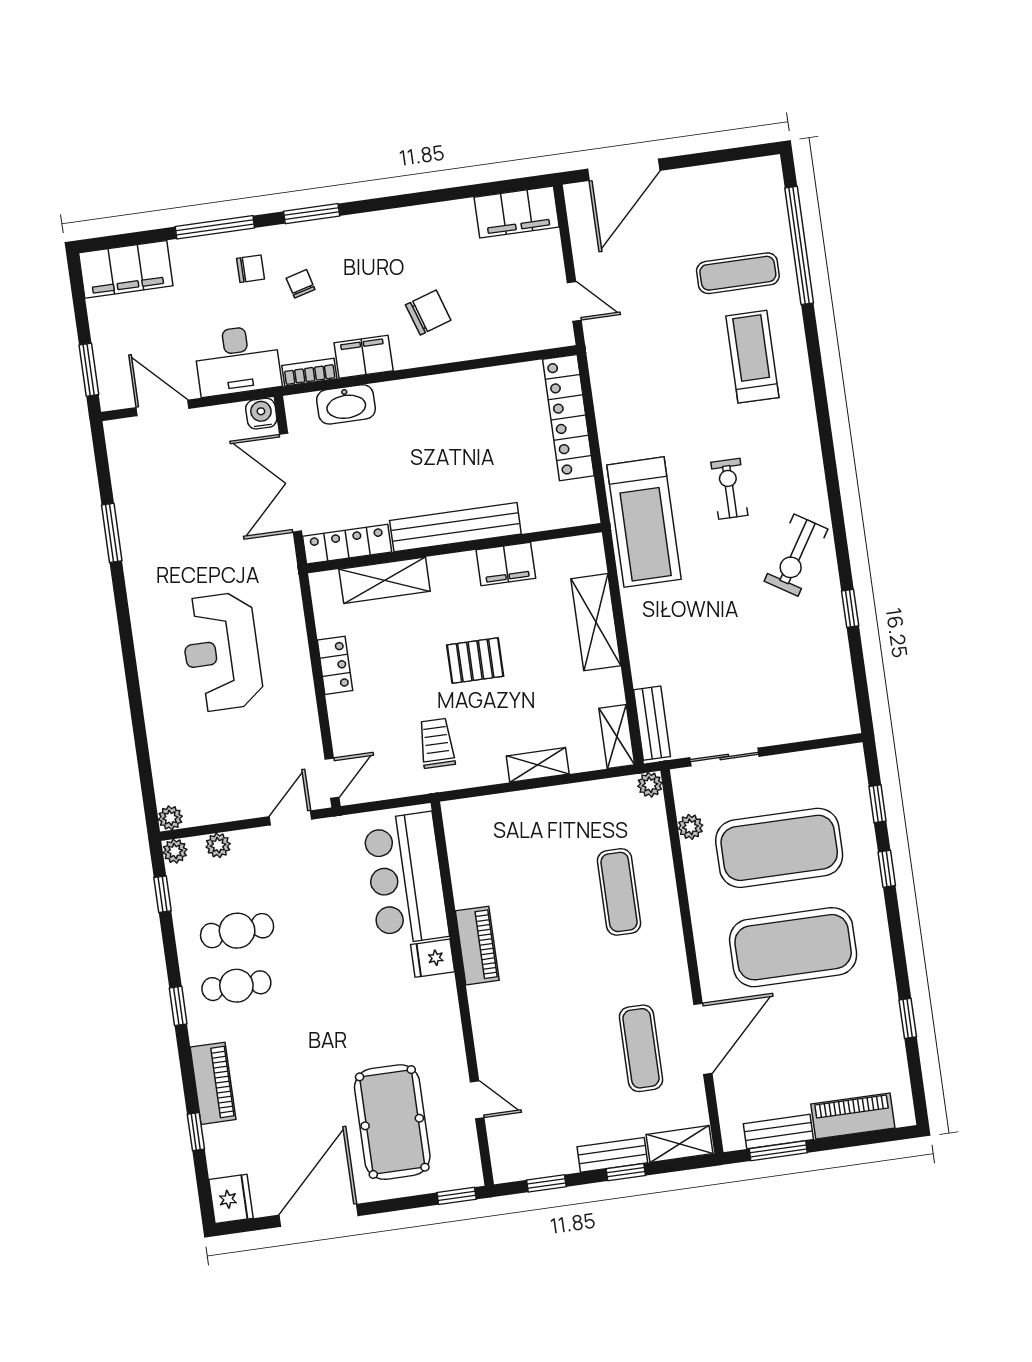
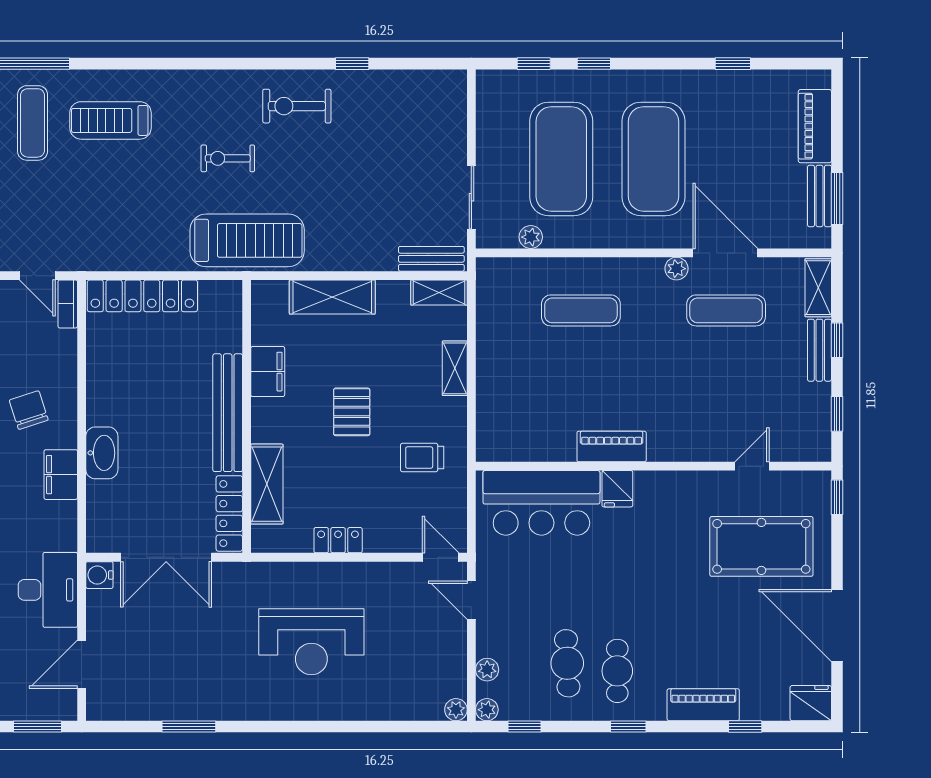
door: (574, 301) -> (37, 276), swing flipped
bookcase: (309, 372) -> (68, 304), moved
washbasin: (346, 404) -> (102, 453), moved
exercise bike: (796, 555) -> (297, 106), turned 148
plant: (650, 785) -> (676, 269), moved

